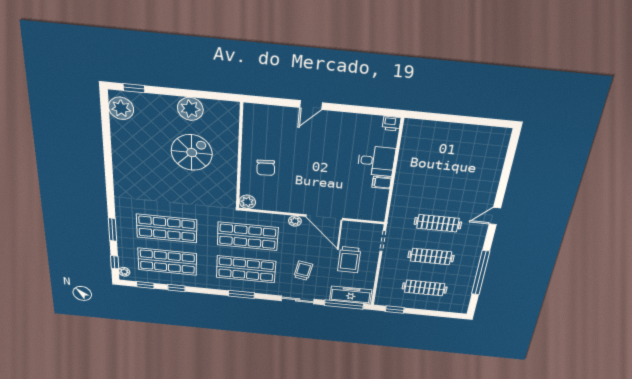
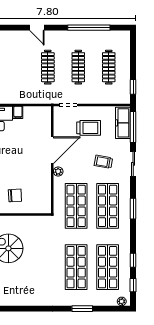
plant: (247, 202) -> (45, 207), removed
window: (115, 262) -> (113, 309), removed

